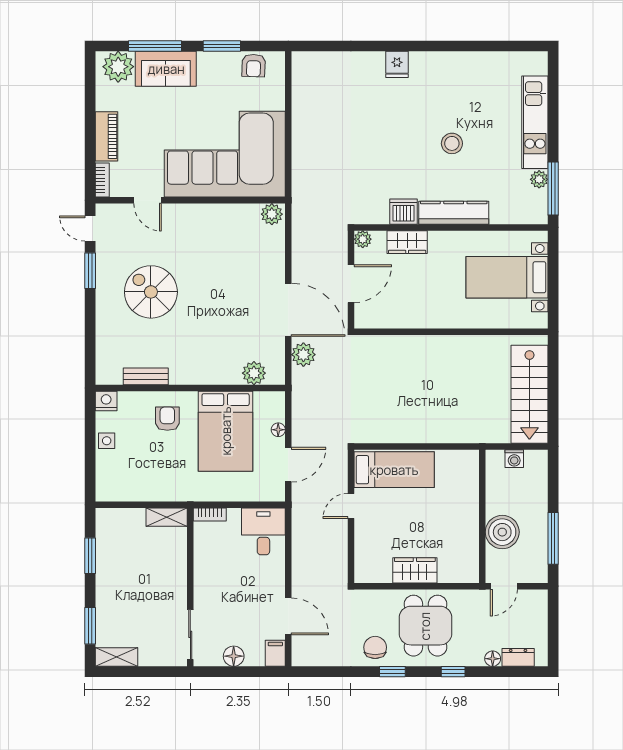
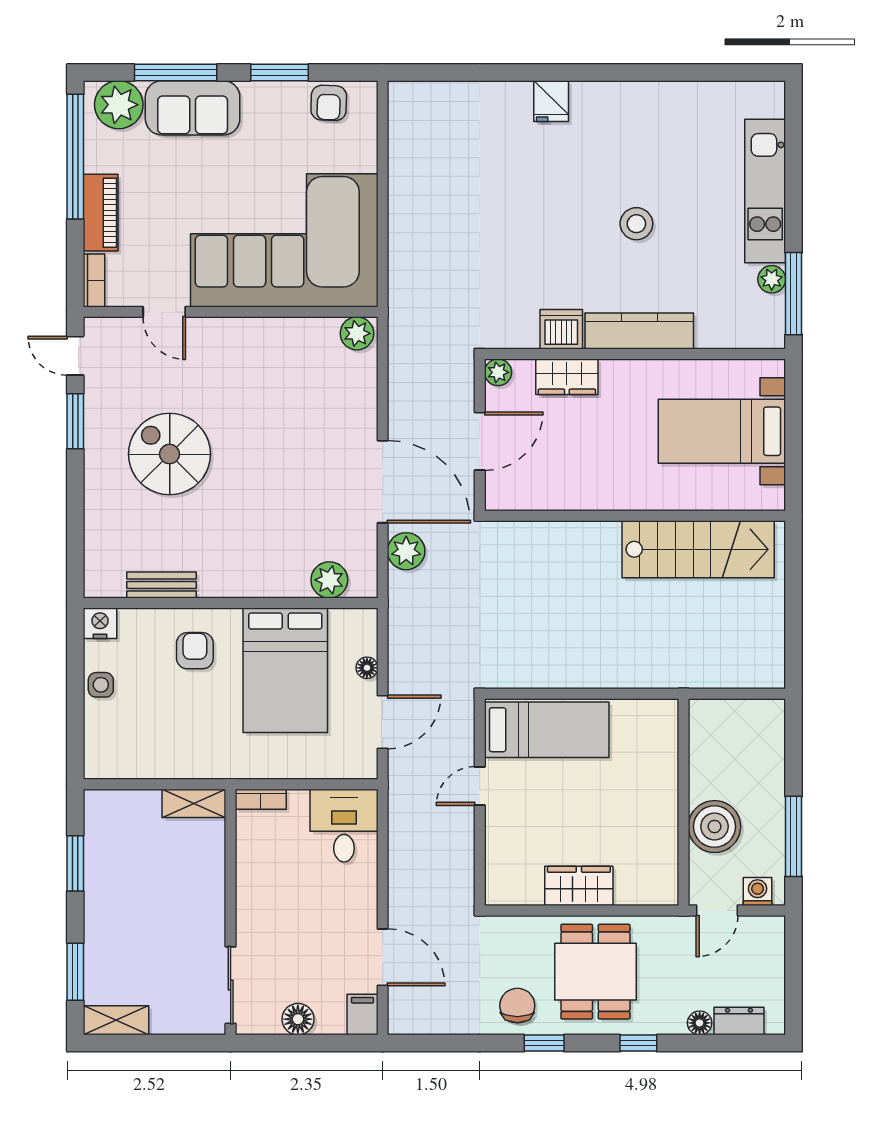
window: (90, 100) -> (75, 157), added
stairs: (529, 394) -> (698, 549), moved, turned -90
washing machine: (514, 459) -> (758, 892), moved, turned 180

